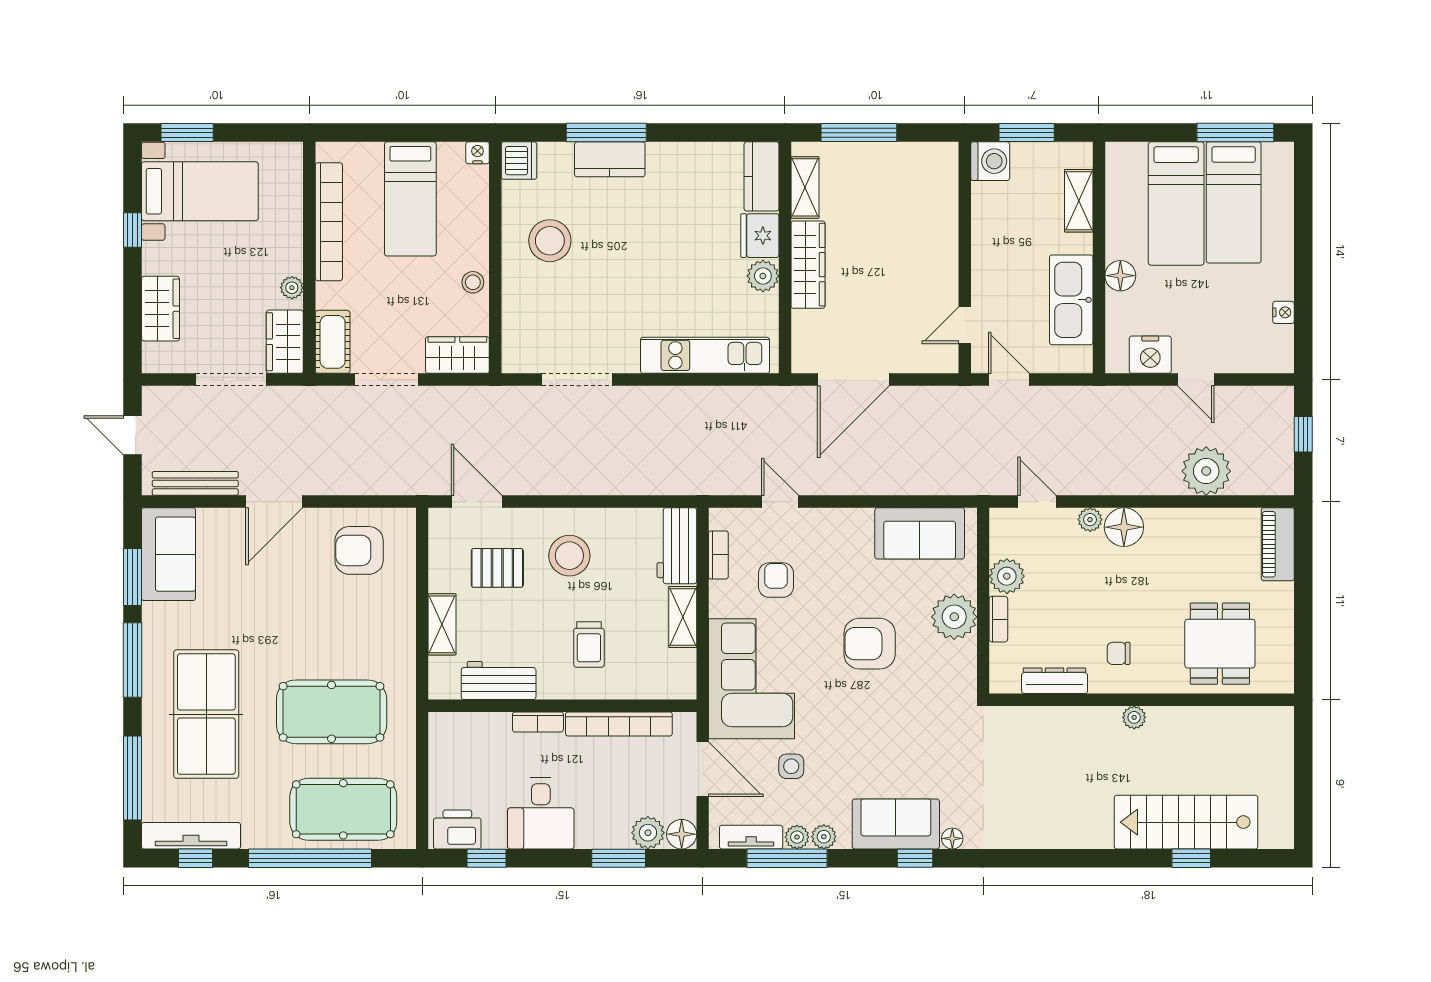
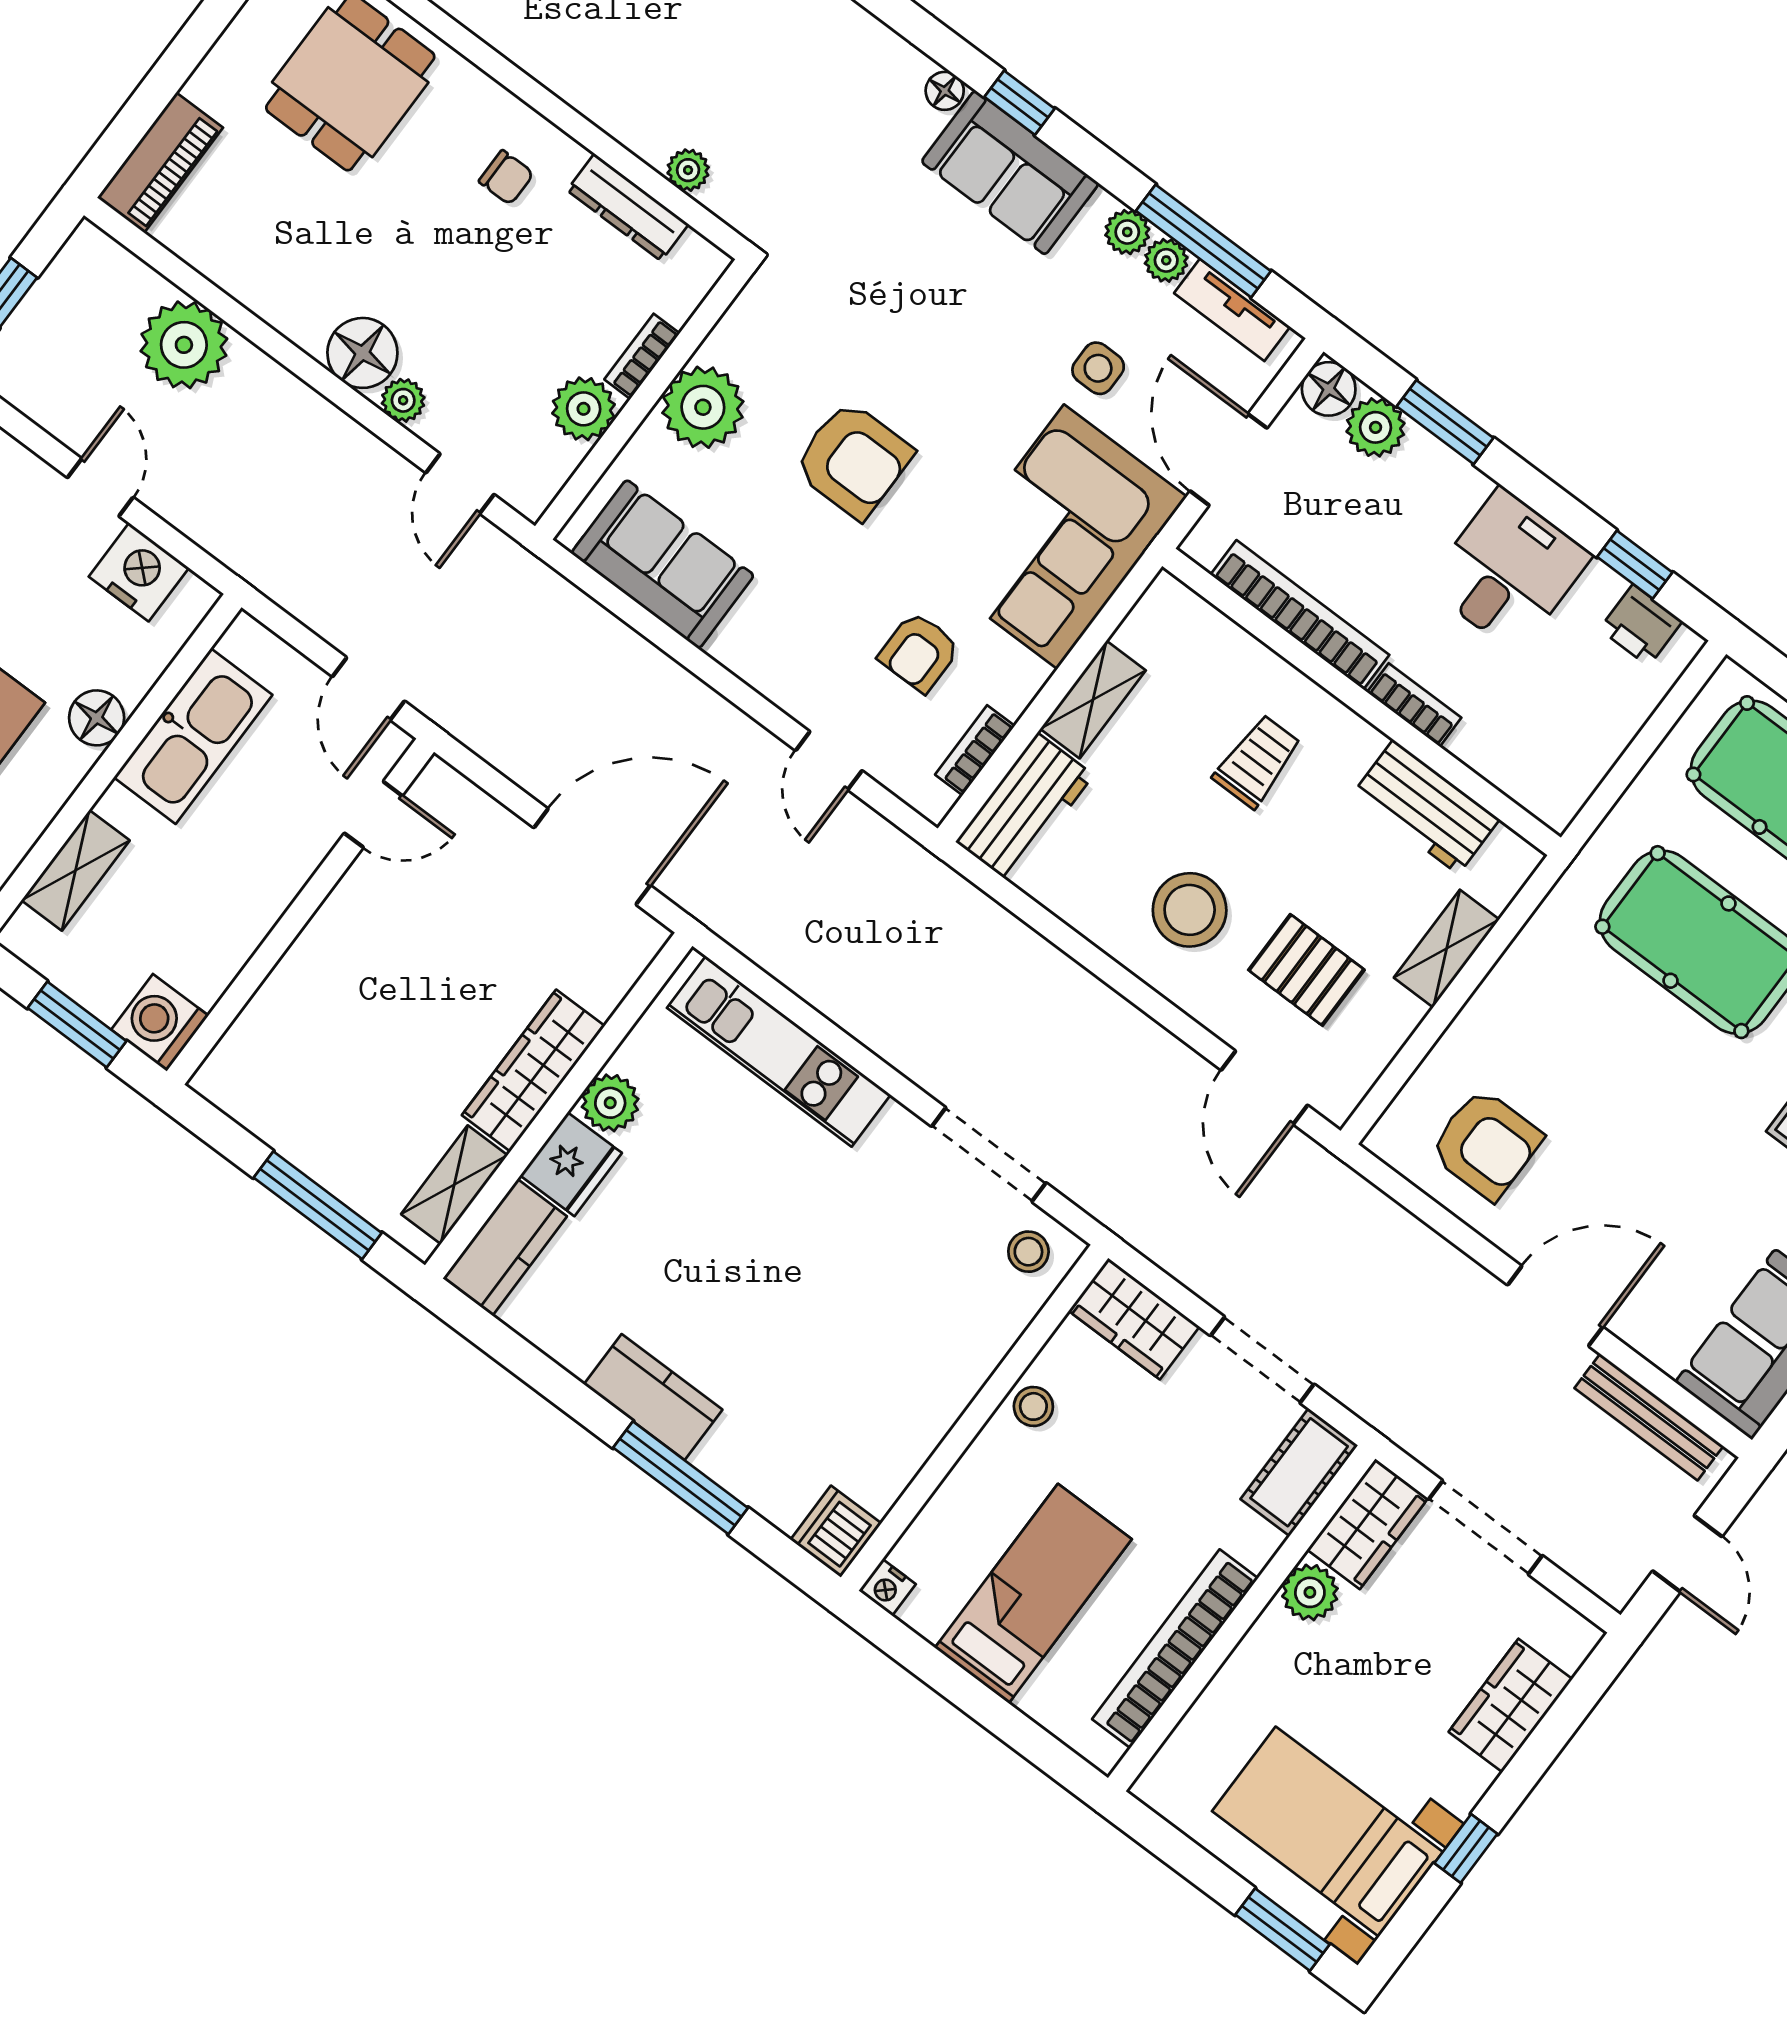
kitchen counter: (610, 159) -> (653, 1397), moved
stool: (550, 241) -> (1028, 1252), moved, width x0.53, depth x0.53
plant: (292, 288) -> (1310, 1592), width x1.38, depth x1.38
plant: (1134, 717) -> (688, 170), moved
printer: (457, 830) -> (1641, 625), width x0.73, depth x0.81

